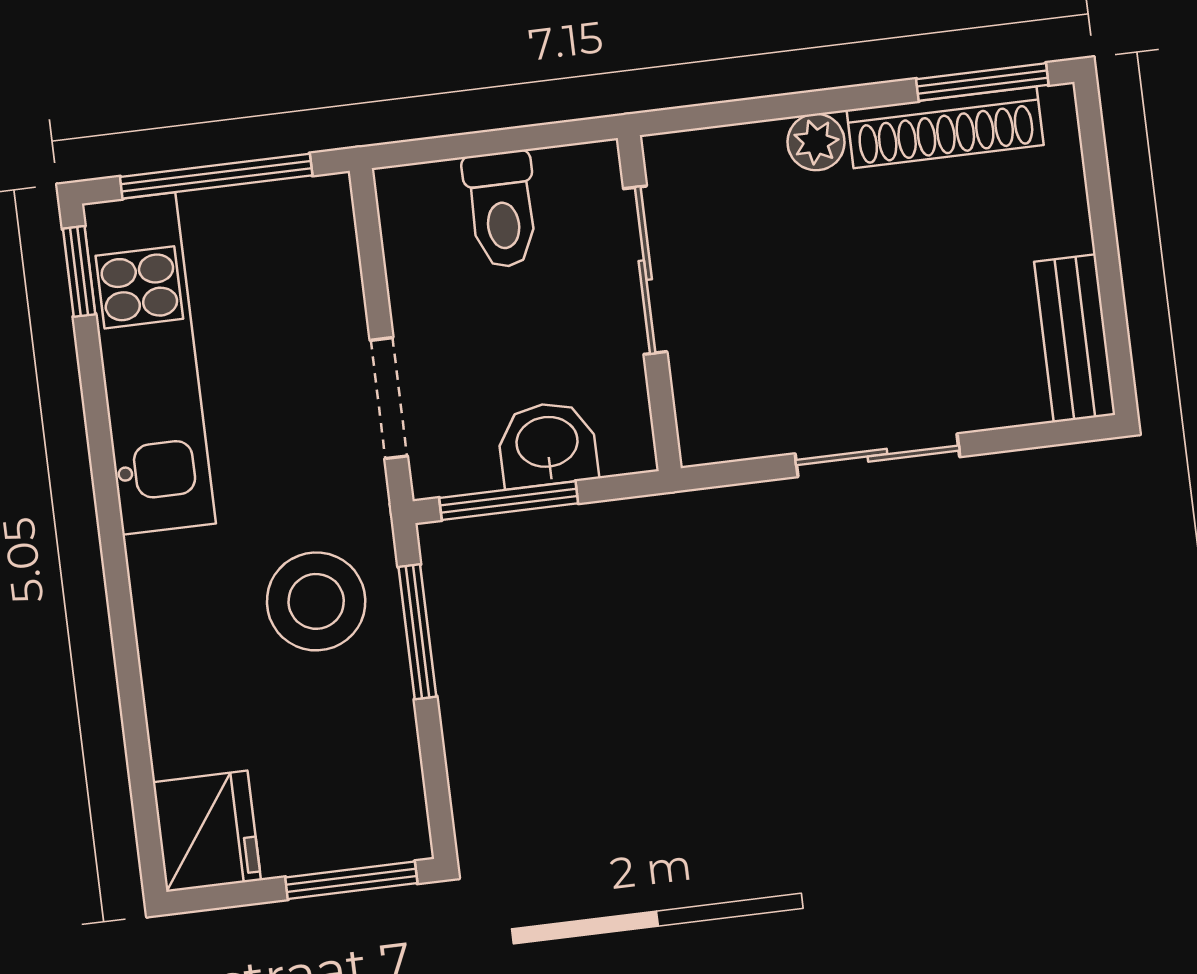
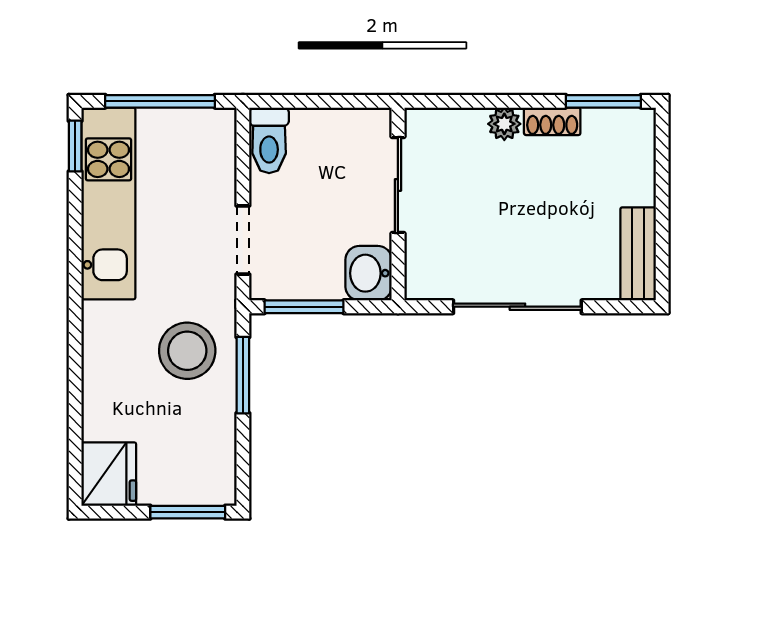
shoe rack: (945, 127) -> (552, 121), width x0.51, depth x0.81
toilet: (502, 210) -> (269, 140), moved
washbasin: (547, 444) -> (369, 273), moved, turned -90
sliding door: (877, 455) -> (517, 307), width x1.37

